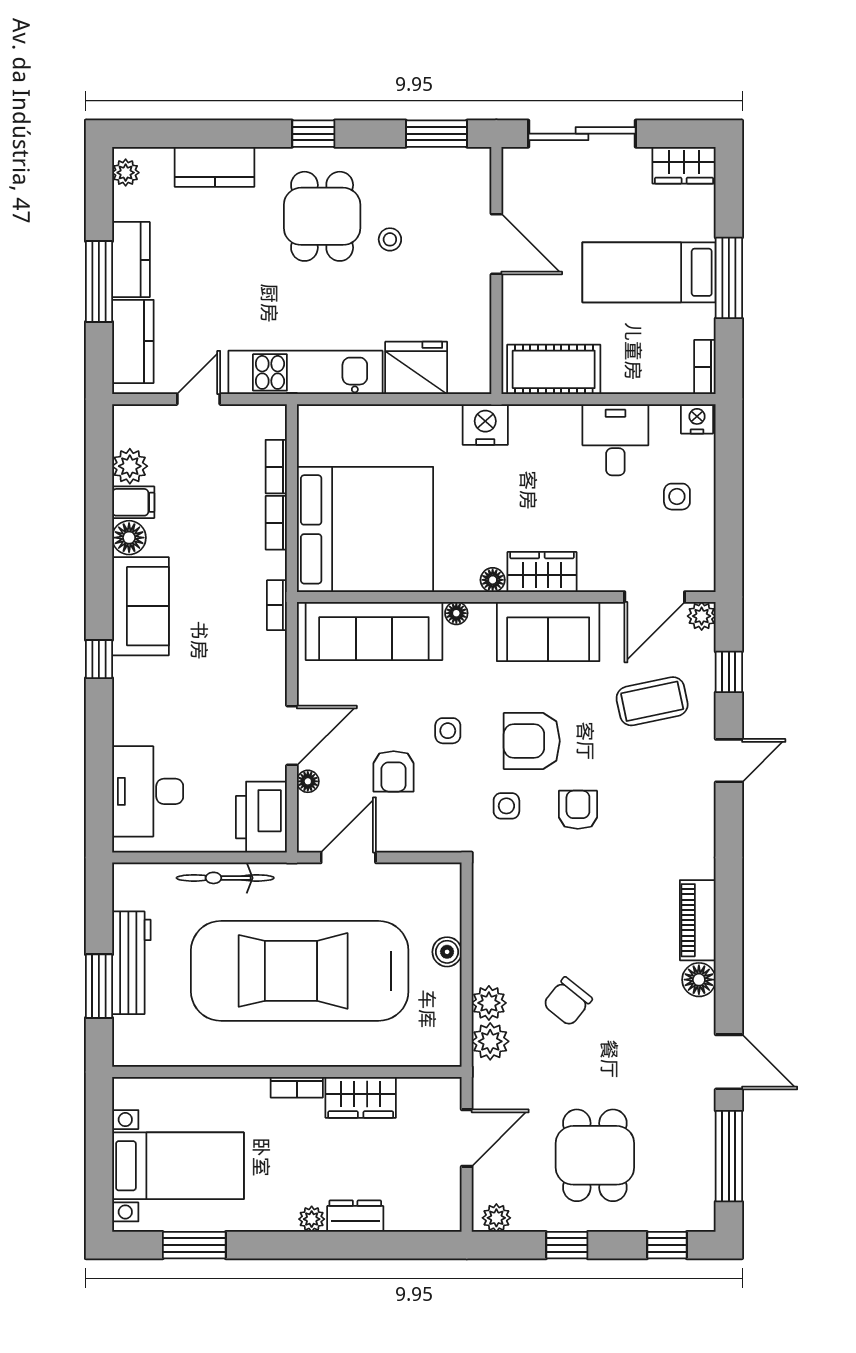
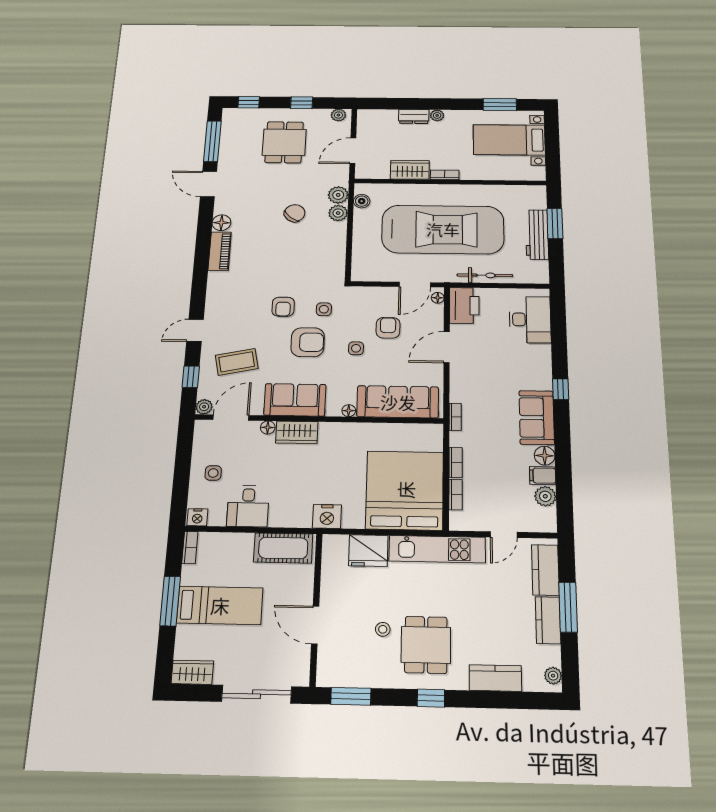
bed: (365, 529) -> (405, 490), moved, turned 90
floor lamp: (493, 580) -> (268, 427), moved
floor lamp: (308, 781) -> (438, 298), moved
boiler: (447, 952) -> (362, 201), moved

